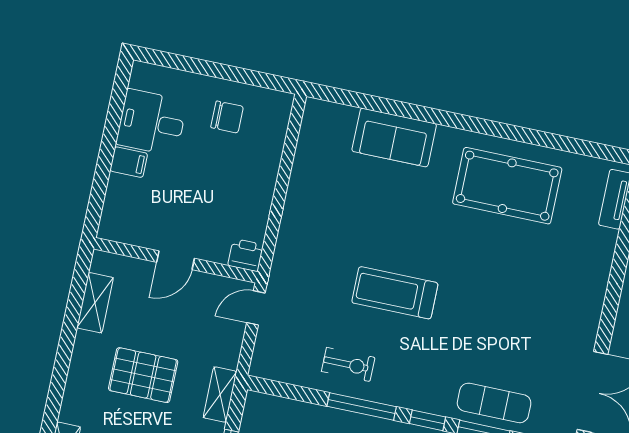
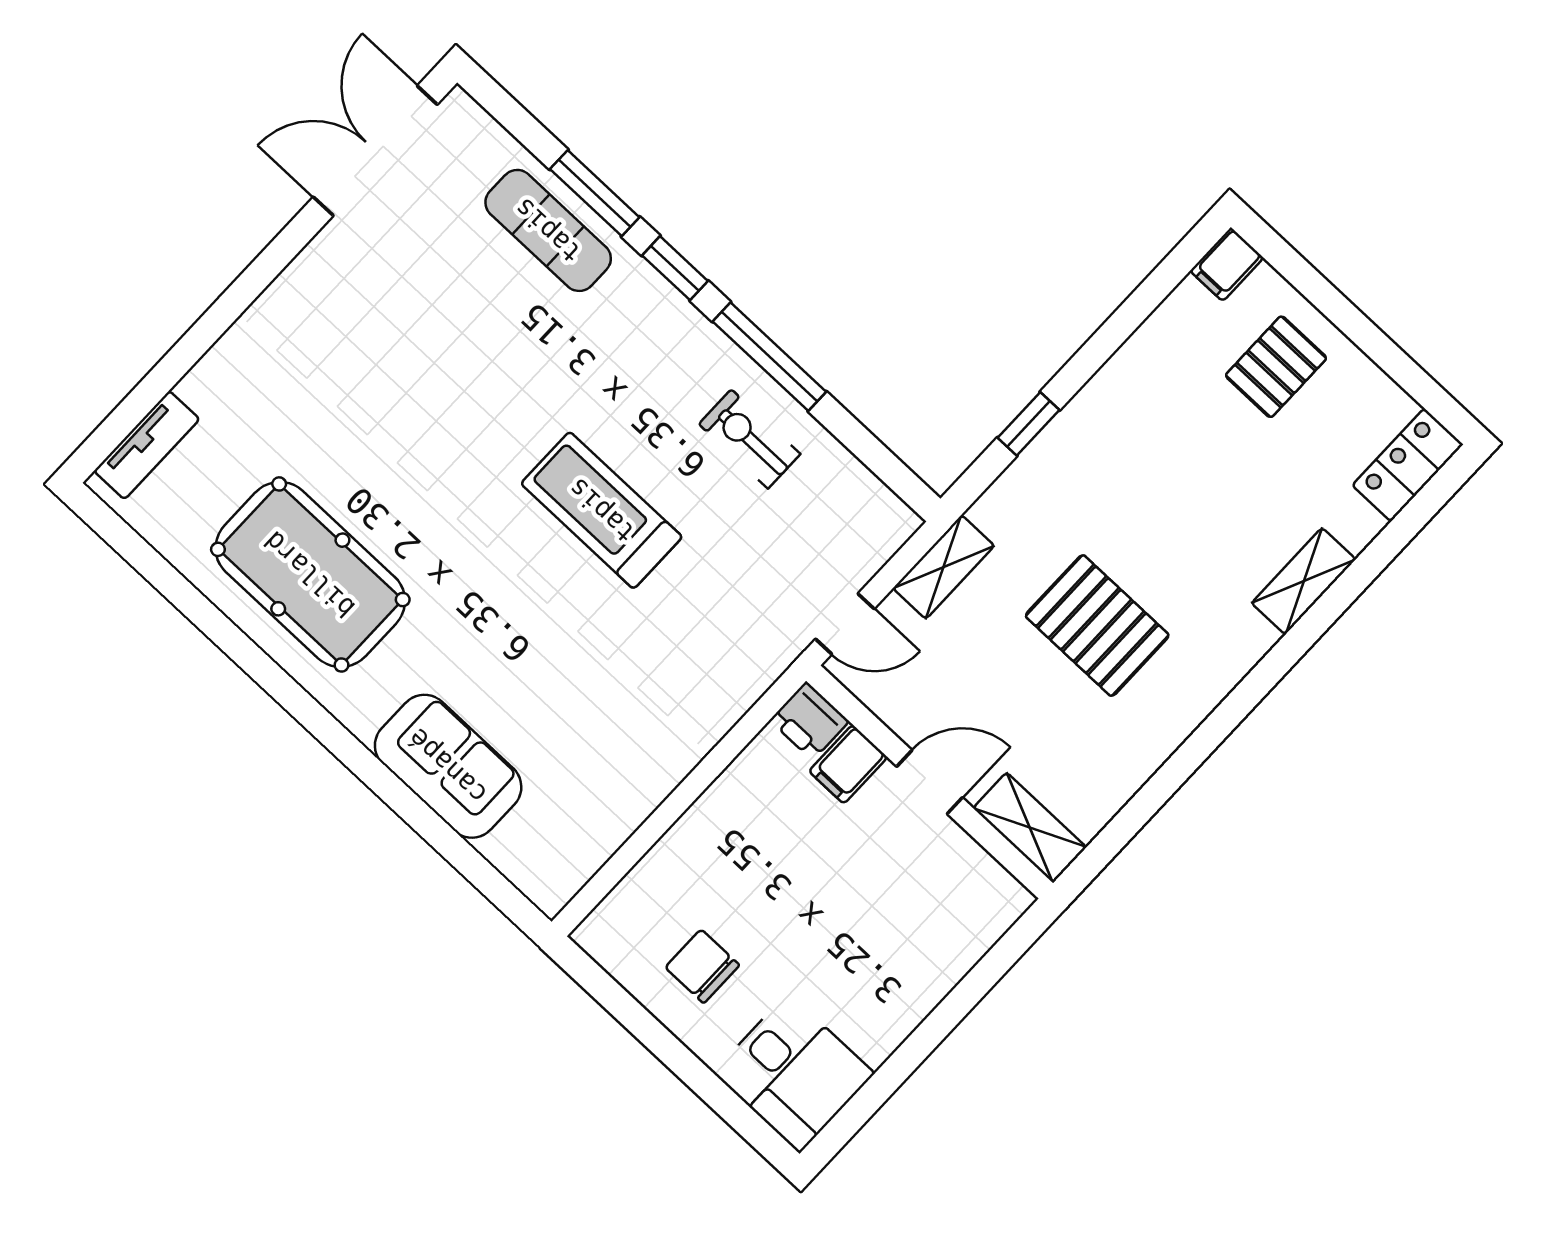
desk: (152, 122) -> (794, 1073), moved
filing cabinet: (129, 162) -> (848, 764), moved, turned -90
treadmill: (395, 293) -> (602, 510), turned 180
shelving: (95, 303) -> (1030, 828), moved, turned 90
shelving: (220, 395) -> (944, 567), moved

